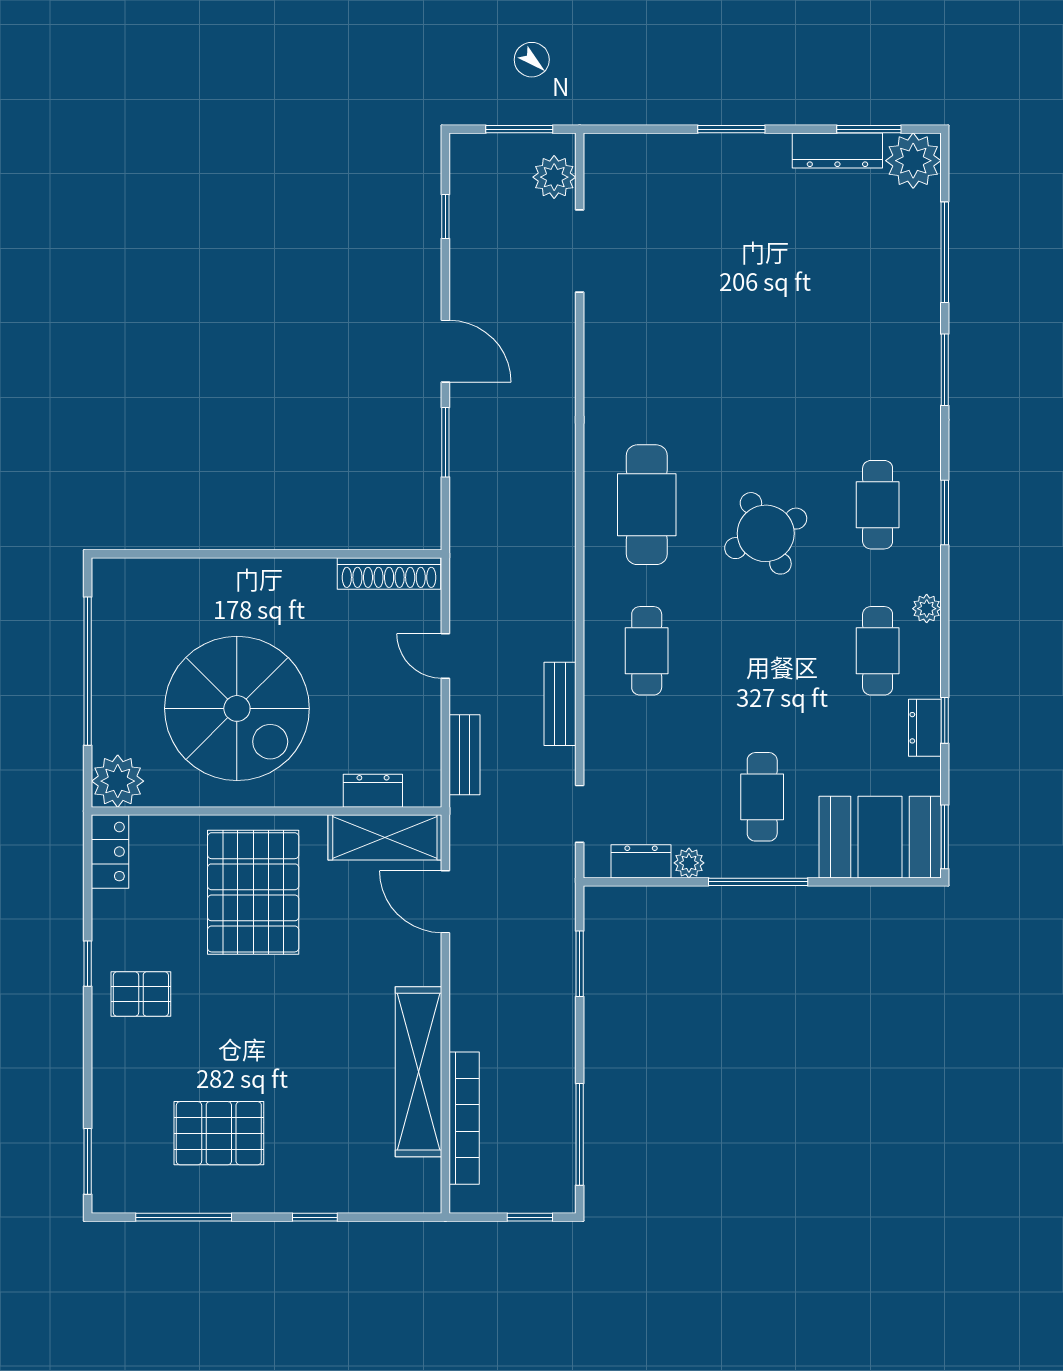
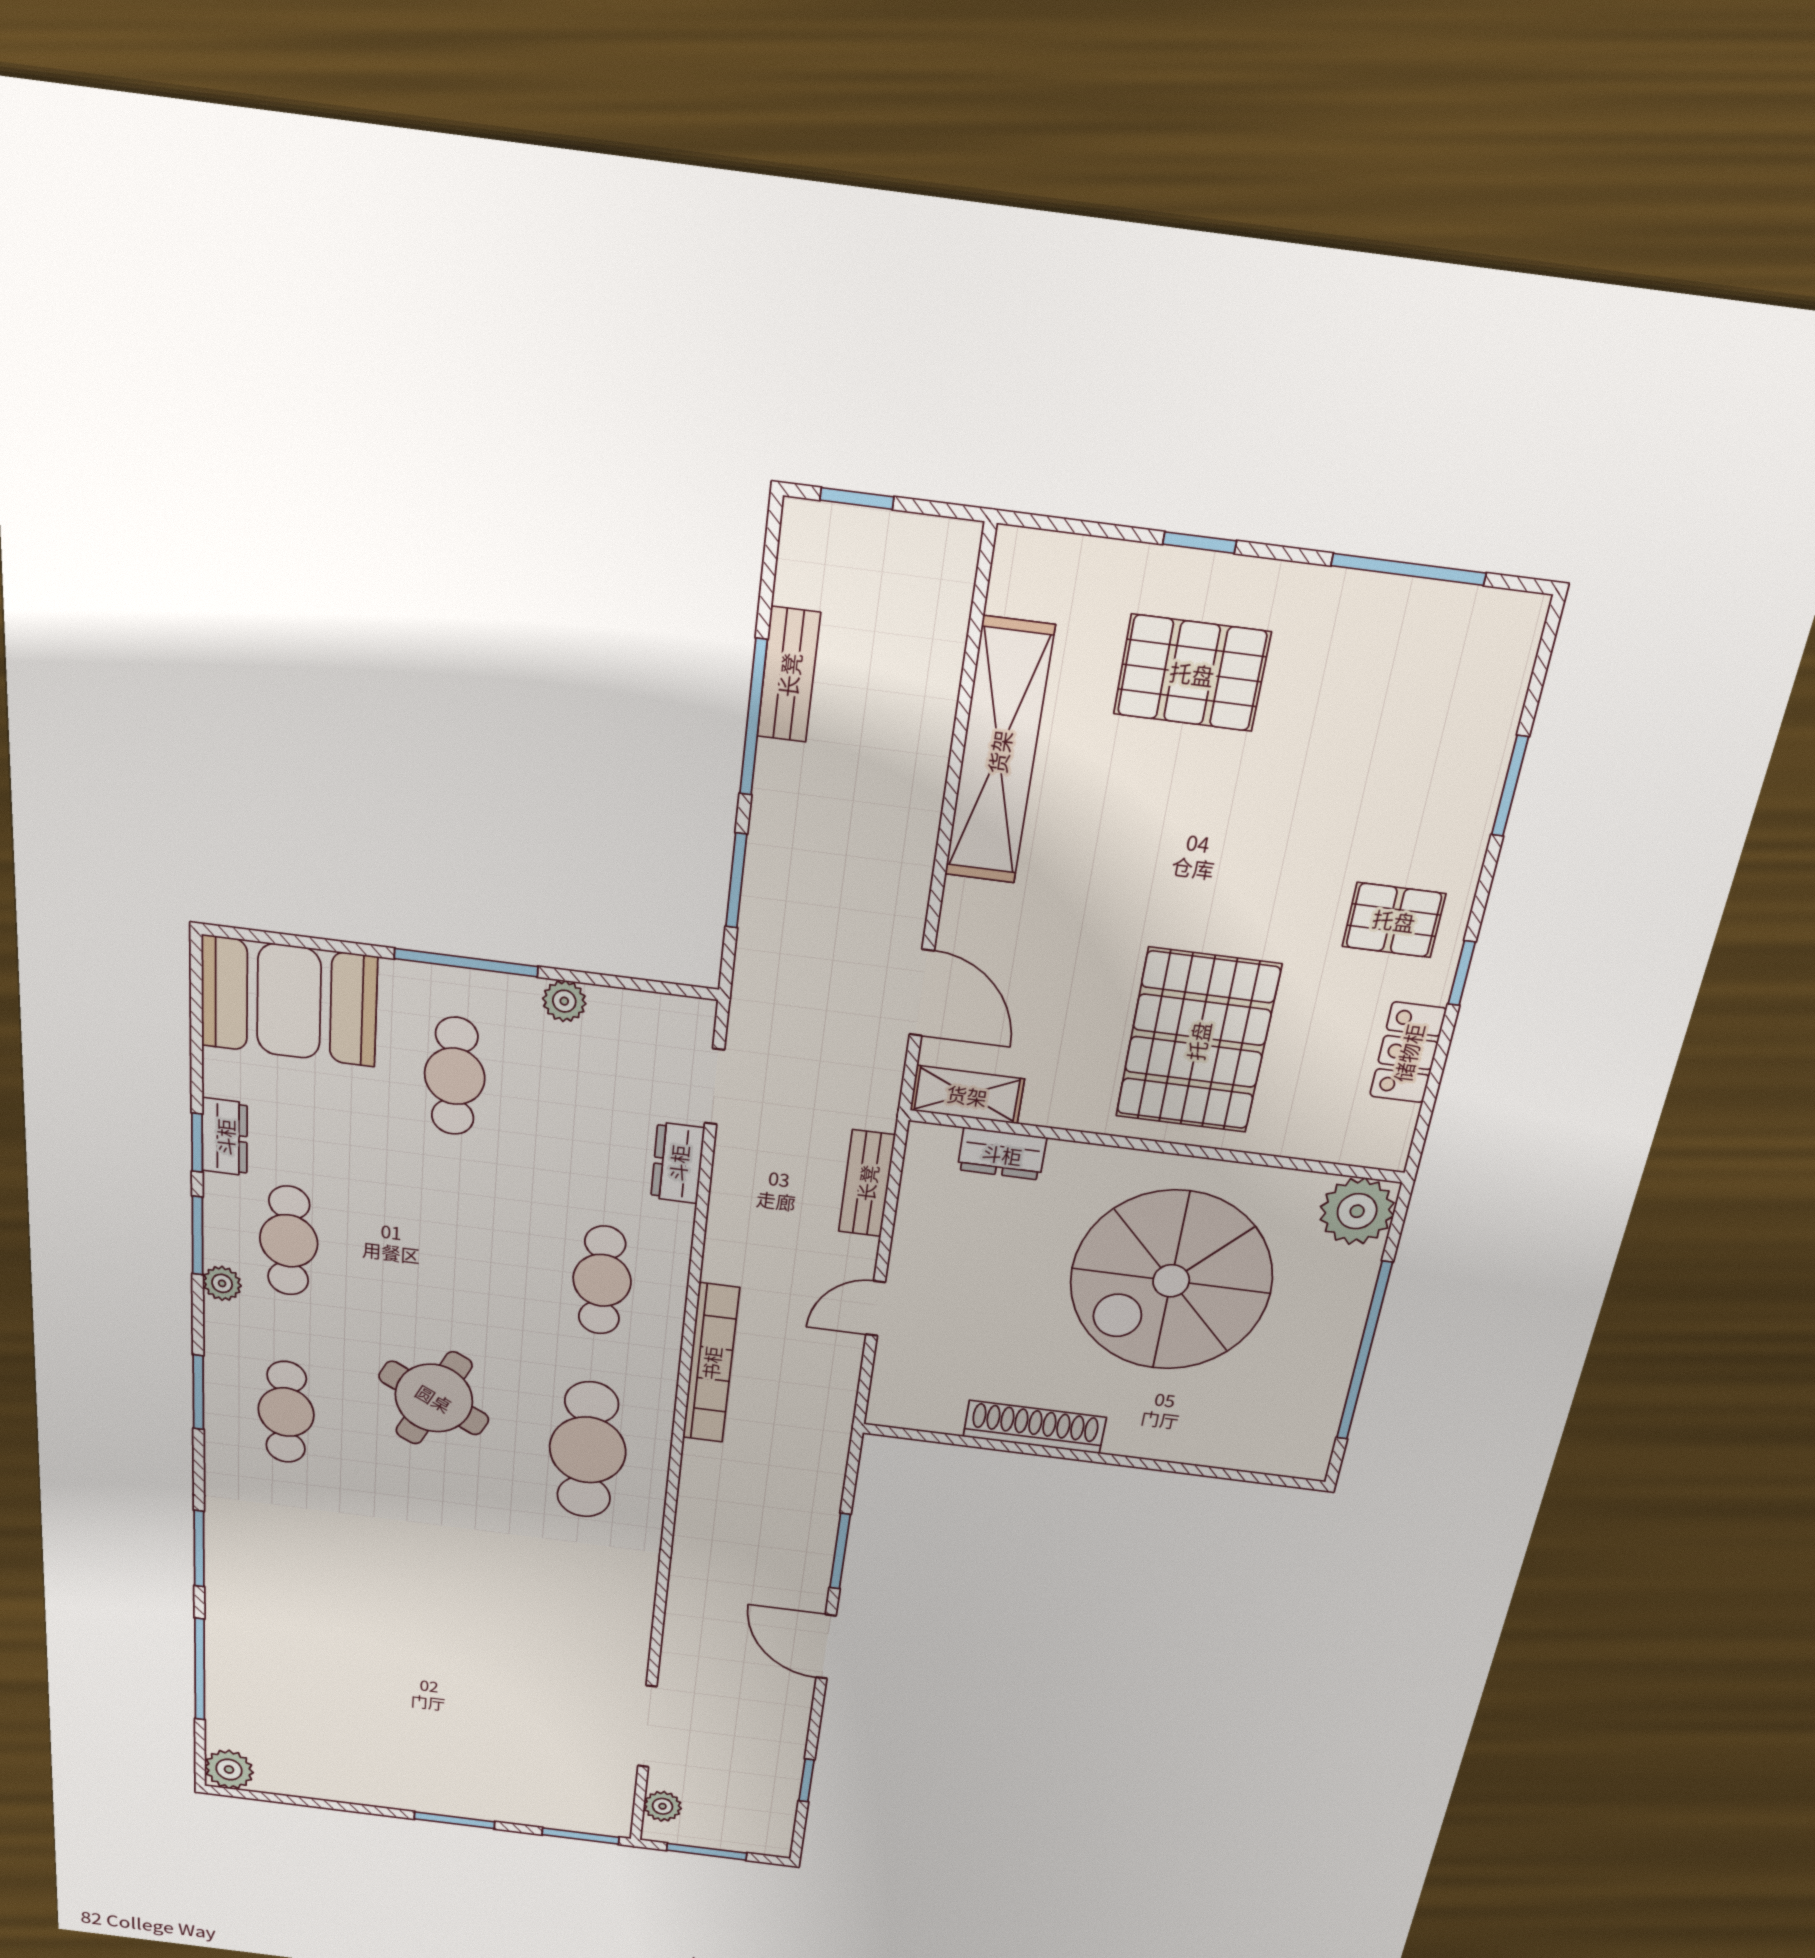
window: (869, 129) -> (581, 1836), moved
dresser: (837, 150) -> (329, 1785), removed
plant: (913, 161) -> (229, 1770), width x0.73, depth x0.73
plant: (554, 177) -> (663, 1806), width x0.73, depth x0.73
round table: (766, 533) -> (434, 1398), turned -37
shoe rack: (389, 574) -> (1035, 1427), moved
door: (445, 656) -> (876, 1308), swing flipped
bench: (560, 704) -> (789, 675), moved
spiral stairs: (237, 708) -> (1171, 1281), turned -90
shelving: (385, 837) -> (967, 1095), width x0.67, depth x0.75
window: (945, 837) -> (198, 1236), moved
locker: (110, 852) -> (1408, 1053), moved
dresser: (641, 861) -> (678, 1163), moved, turned 90
bookcase: (464, 1118) -> (711, 1363), moved, turned 180
pallet: (219, 1133) -> (1192, 673), moved
window: (580, 1134) -> (753, 717), moved
window: (88, 1161) -> (1510, 786), moved

